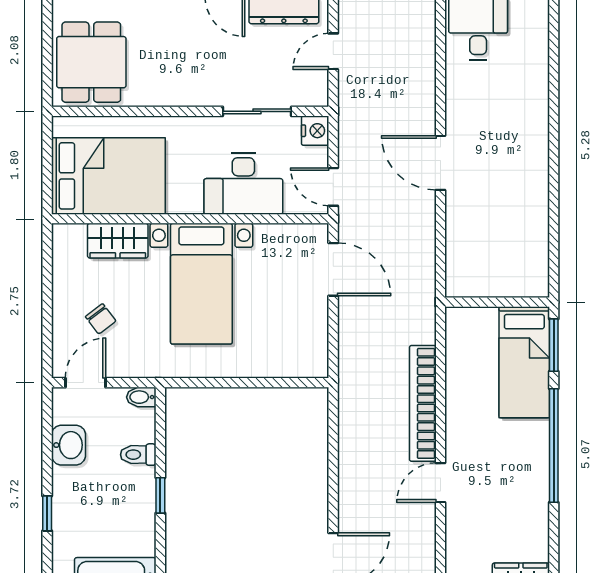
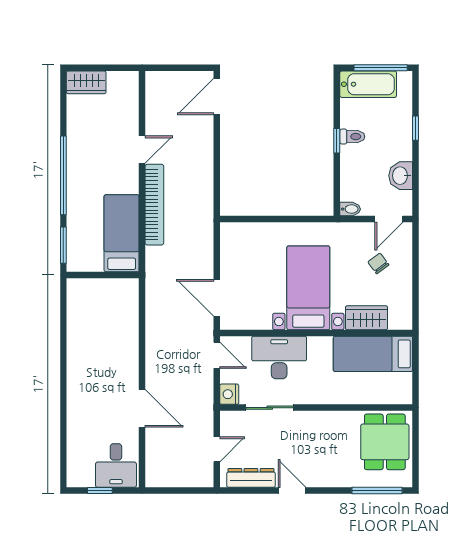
door: (440, 163) -> (142, 408), moved
bed: (108, 176) -> (373, 354), width x0.67
bed: (524, 362) -> (122, 233), moved
toilet: (138, 455) -> (352, 137), moved

